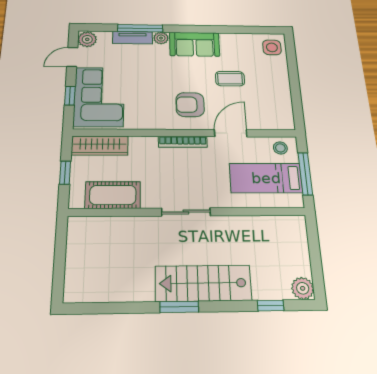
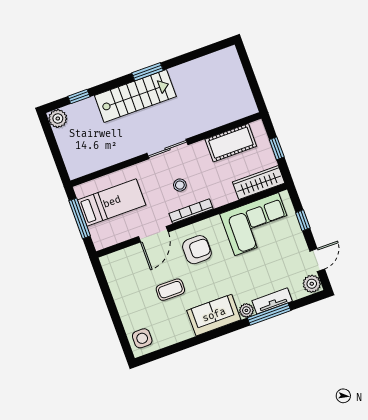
corner sofa: (99, 97) -> (257, 224), moved, turned -90
stool: (280, 148) -> (180, 185), moved

